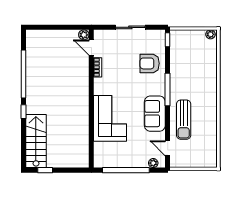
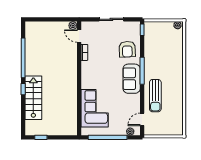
armchair: (150, 63) -> (127, 49), turned -92
sofa: (155, 114) -> (132, 79), moved
corner sofa: (110, 118) -> (95, 108), moved
stairs: (36, 141) -> (33, 98), moved
door: (168, 148) -> (142, 119), hinge flipped

